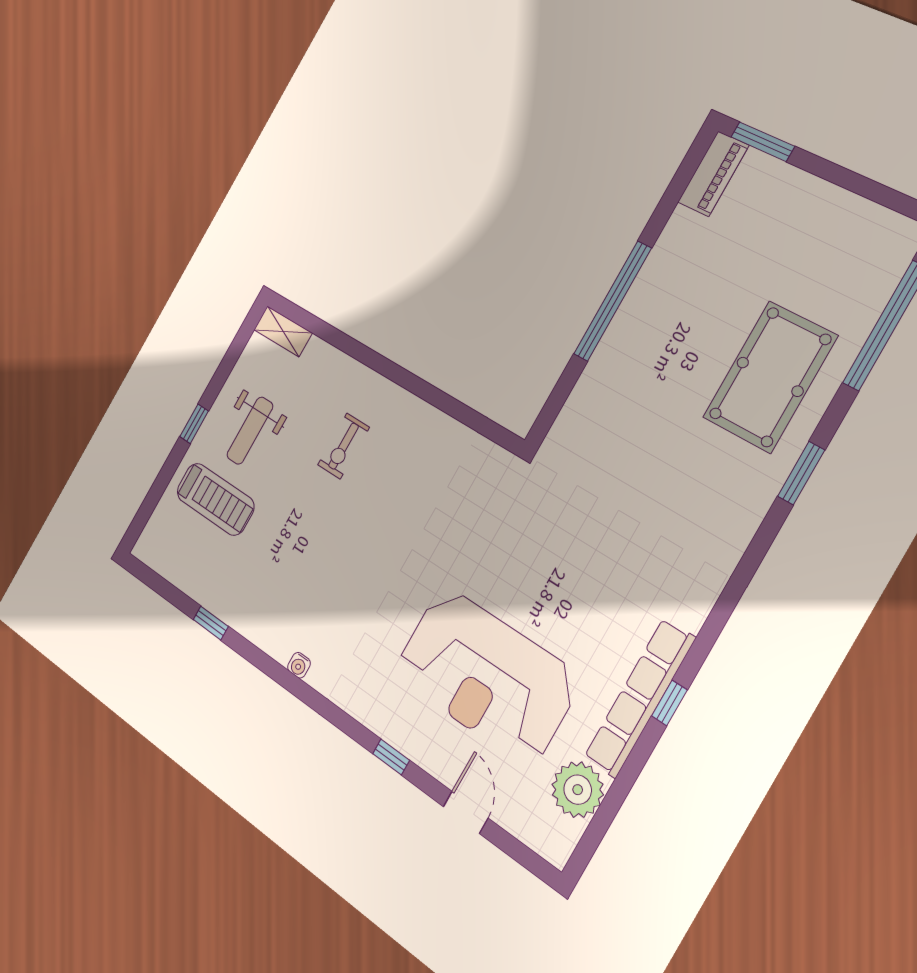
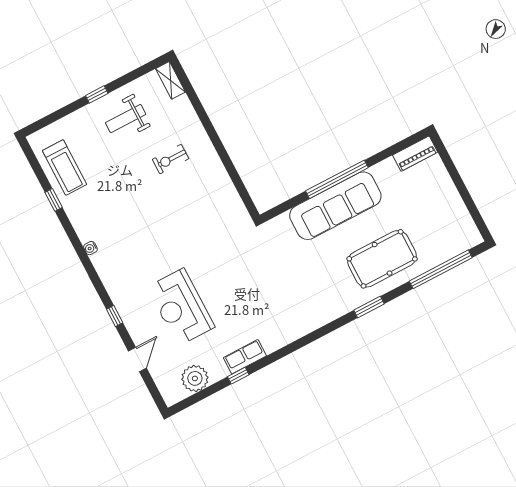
window: (763, 142) -> (444, 155), removed
sofa: (636, 344) -> (335, 206), added
treadmill: (215, 499) -> (65, 168), moved
reception desk: (486, 675) -> (181, 307), width x0.74, depth x0.77
row of seats: (640, 698) -> (245, 357), width x0.50
window: (669, 703) -> (238, 376), moved

